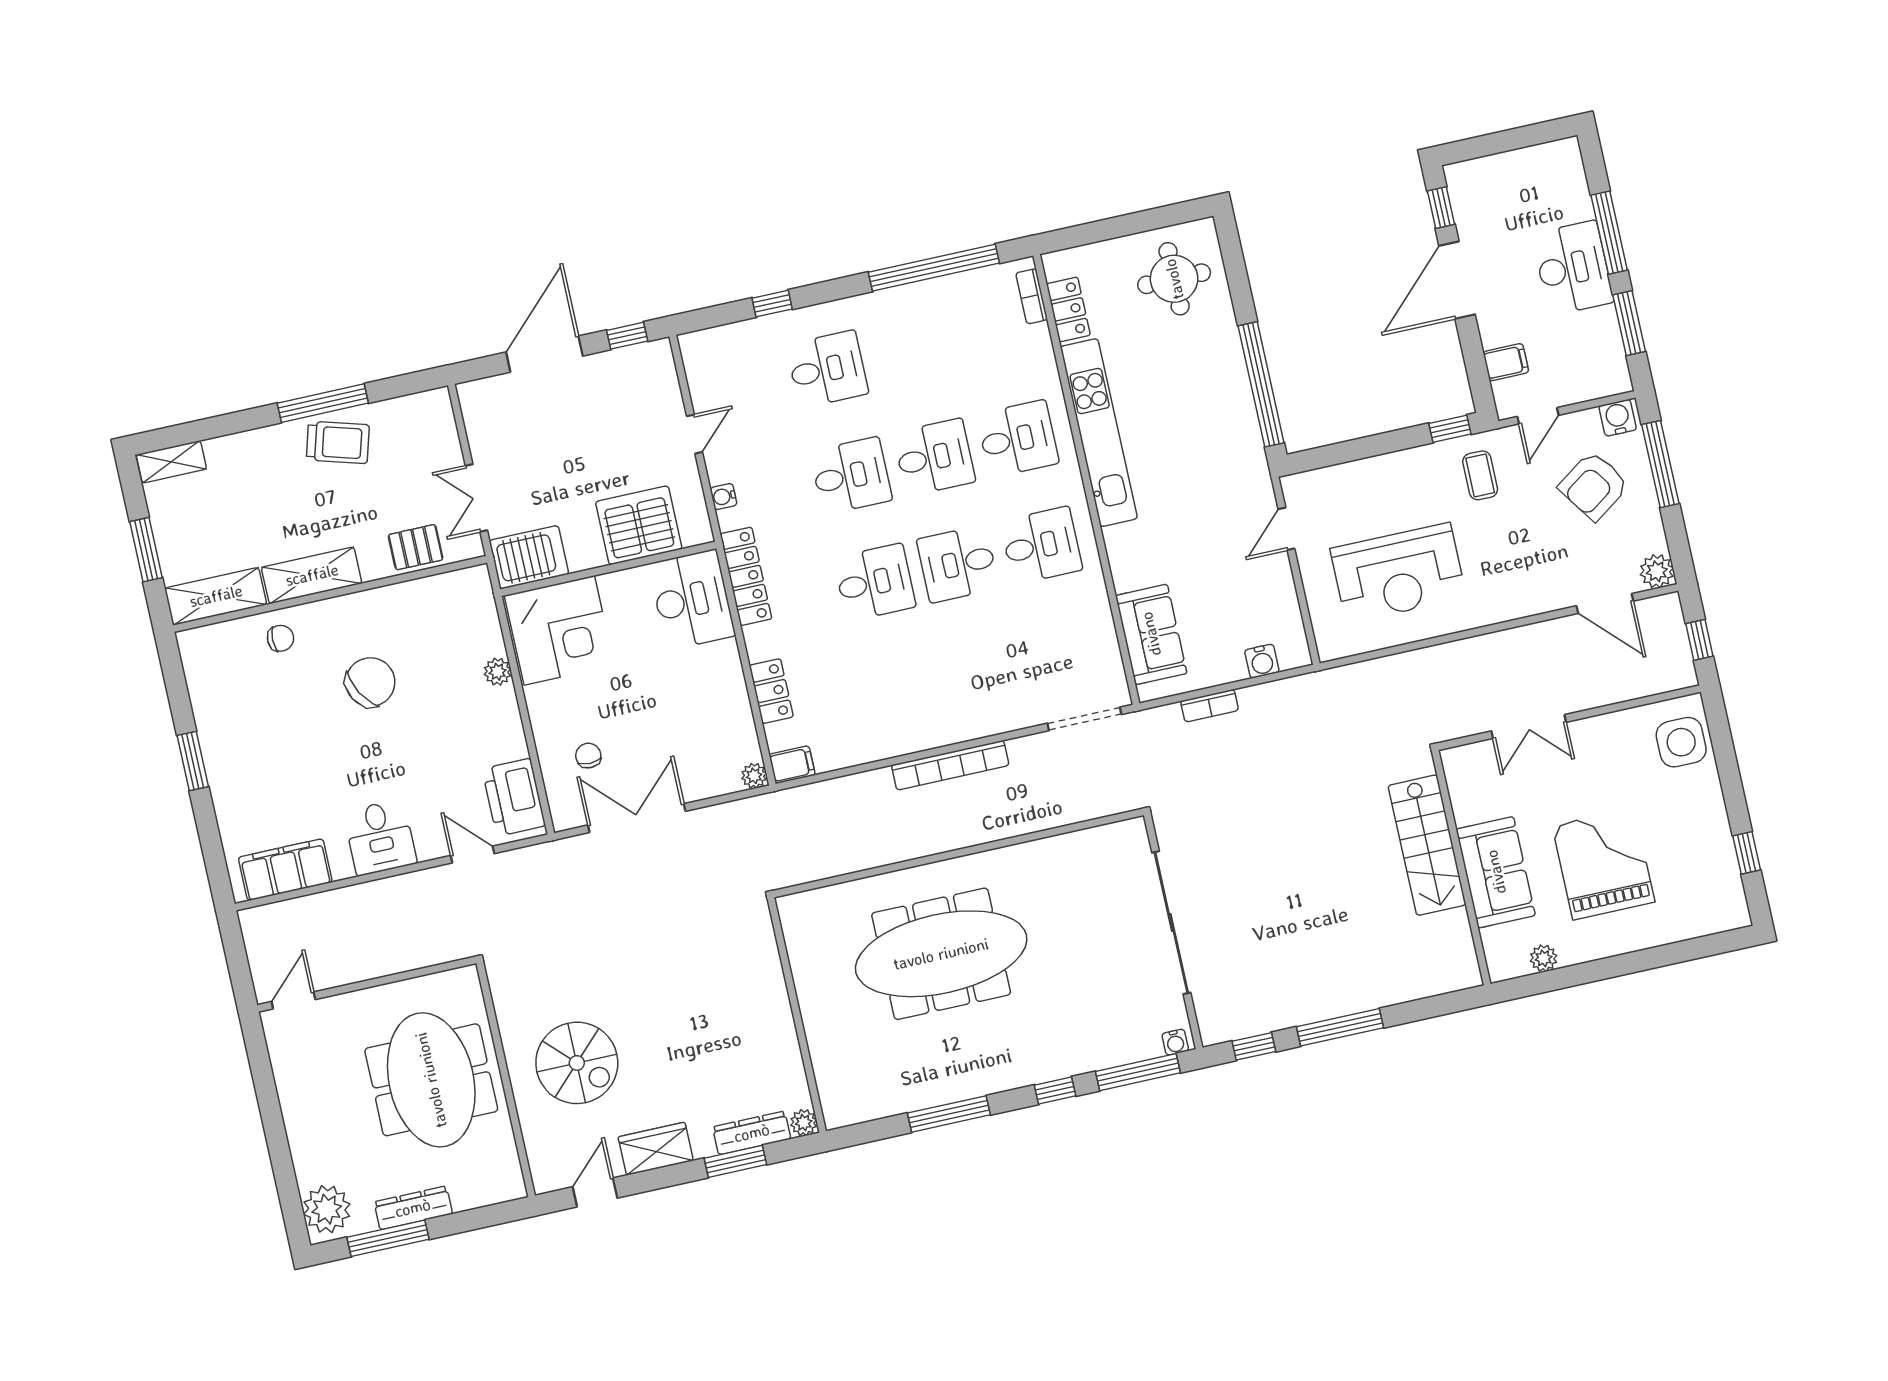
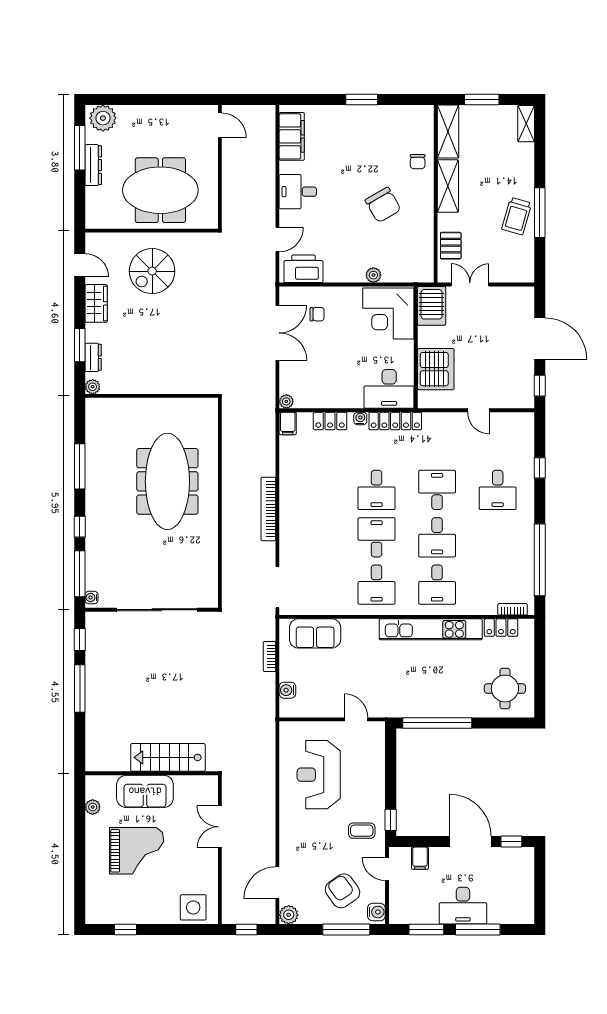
desk: (851, 476) -> (437, 490), turned 180
water cooler: (724, 497) -> (360, 418), moved
dresser: (752, 1133) -> (93, 357), width x0.70

